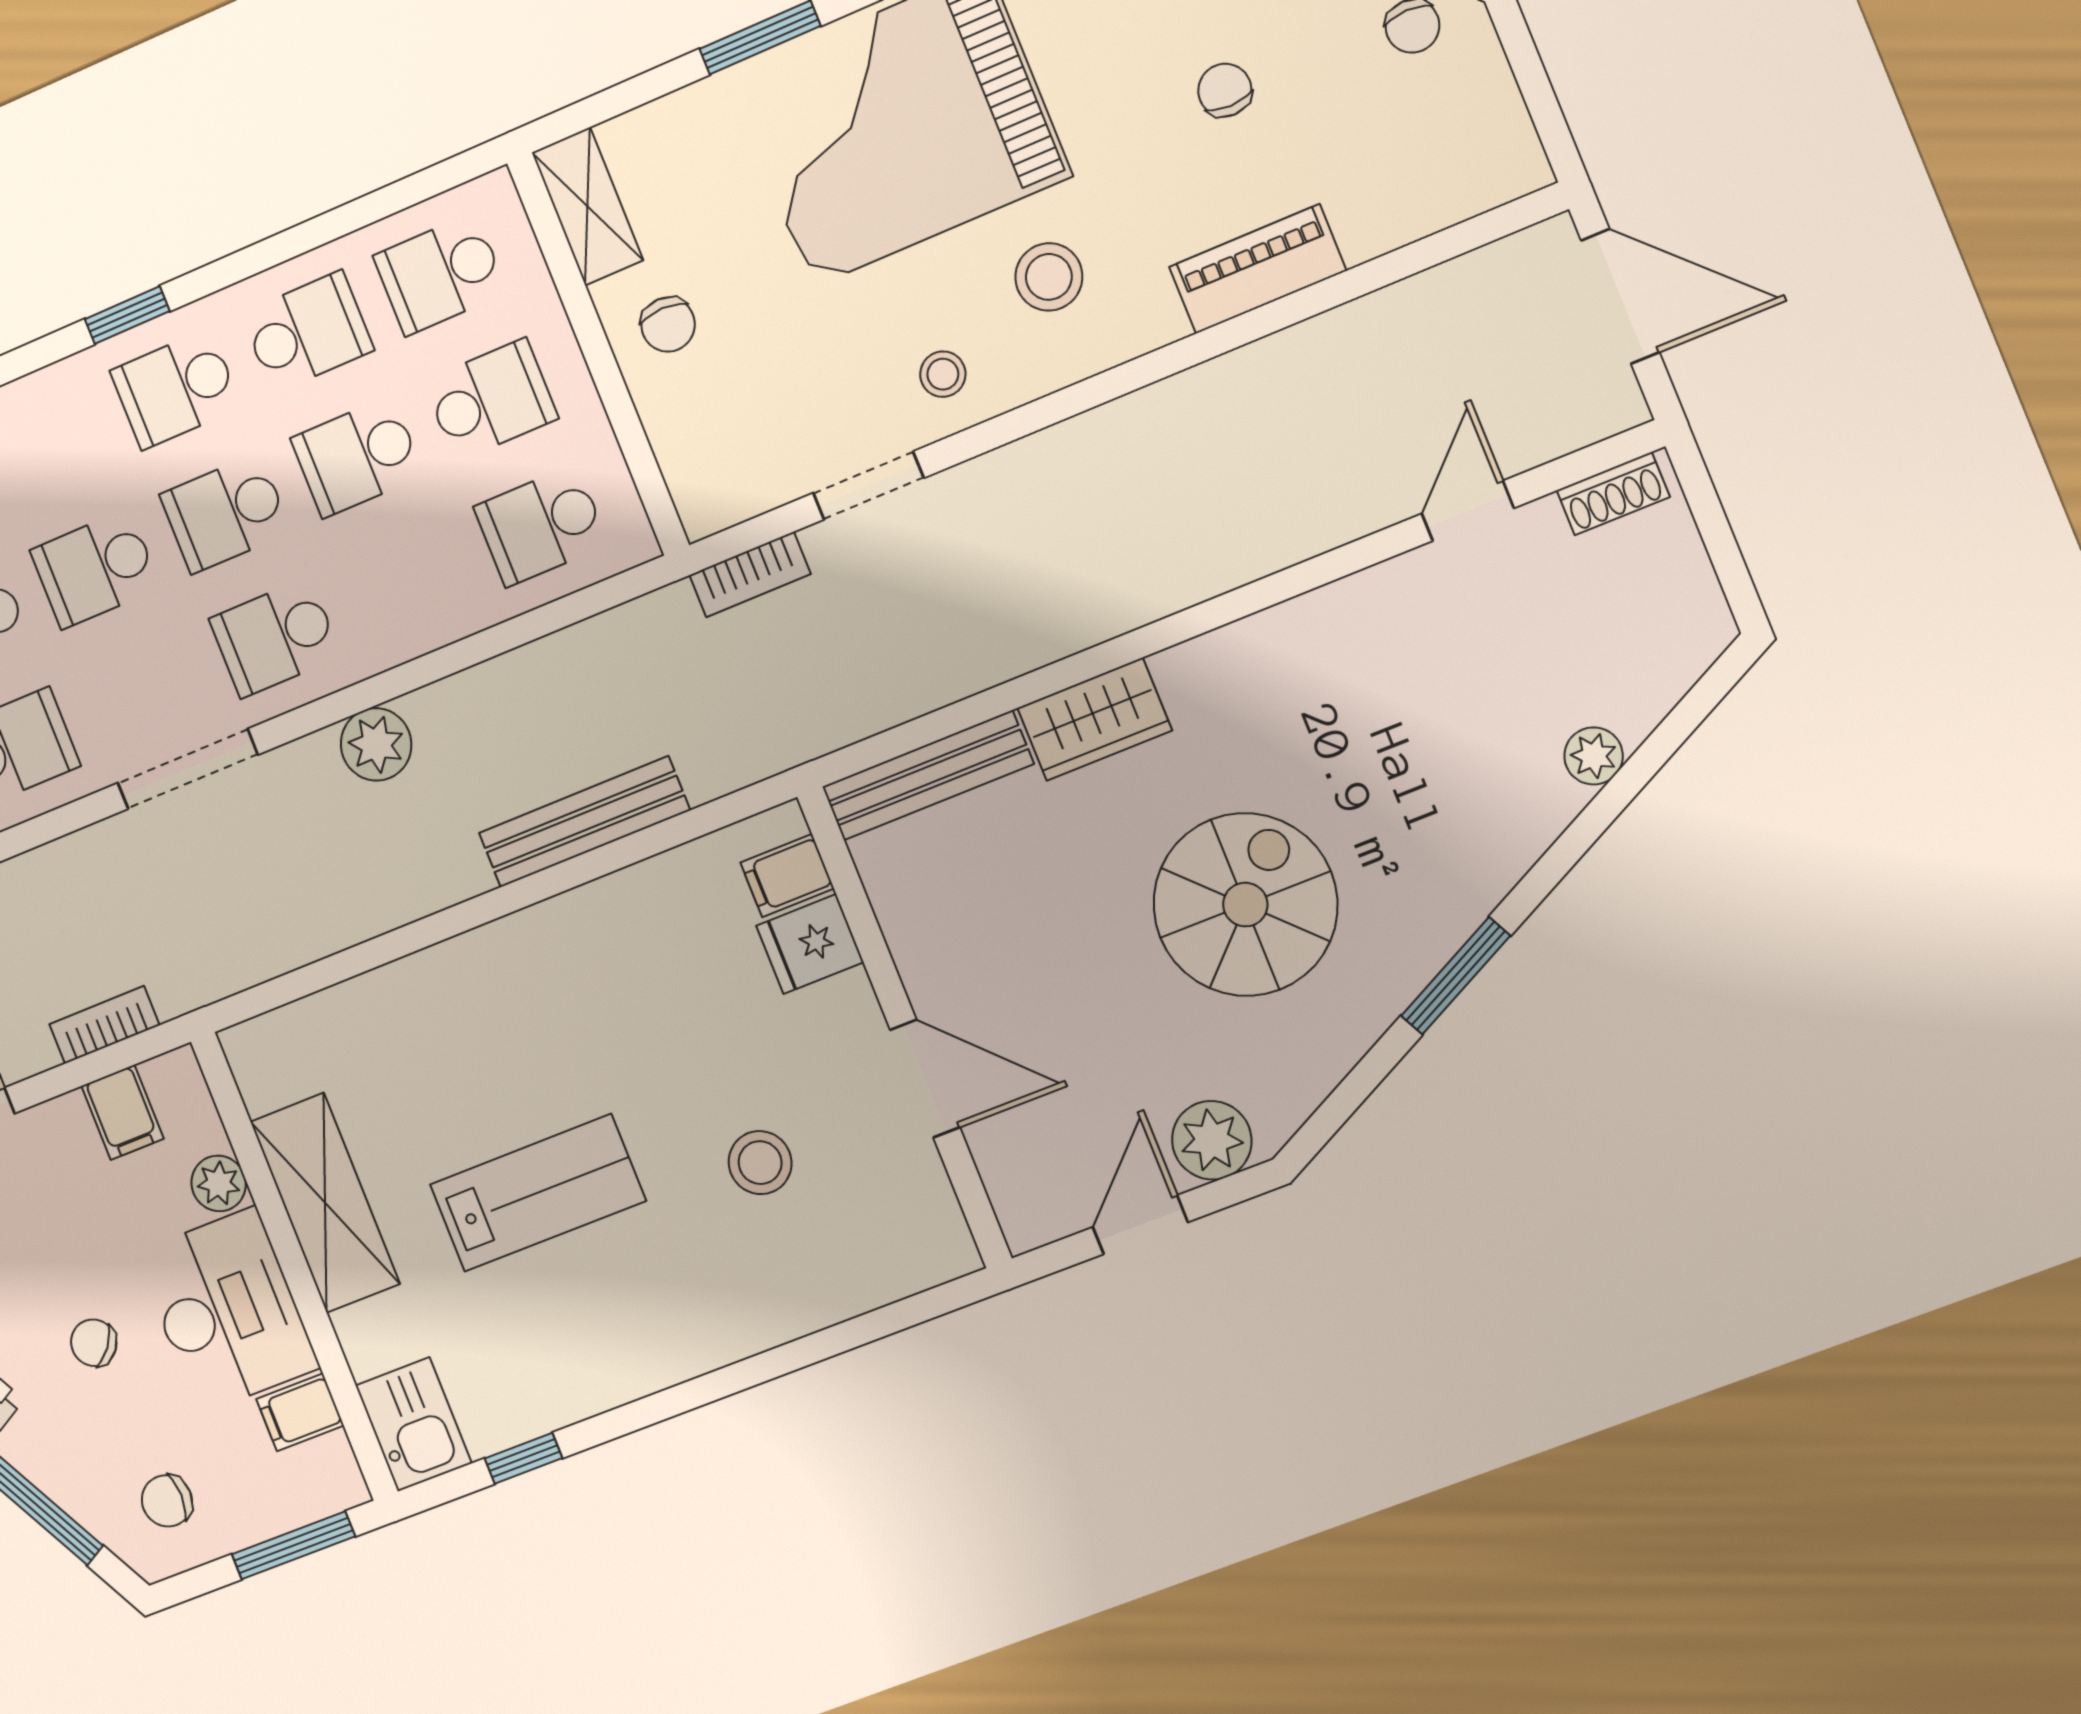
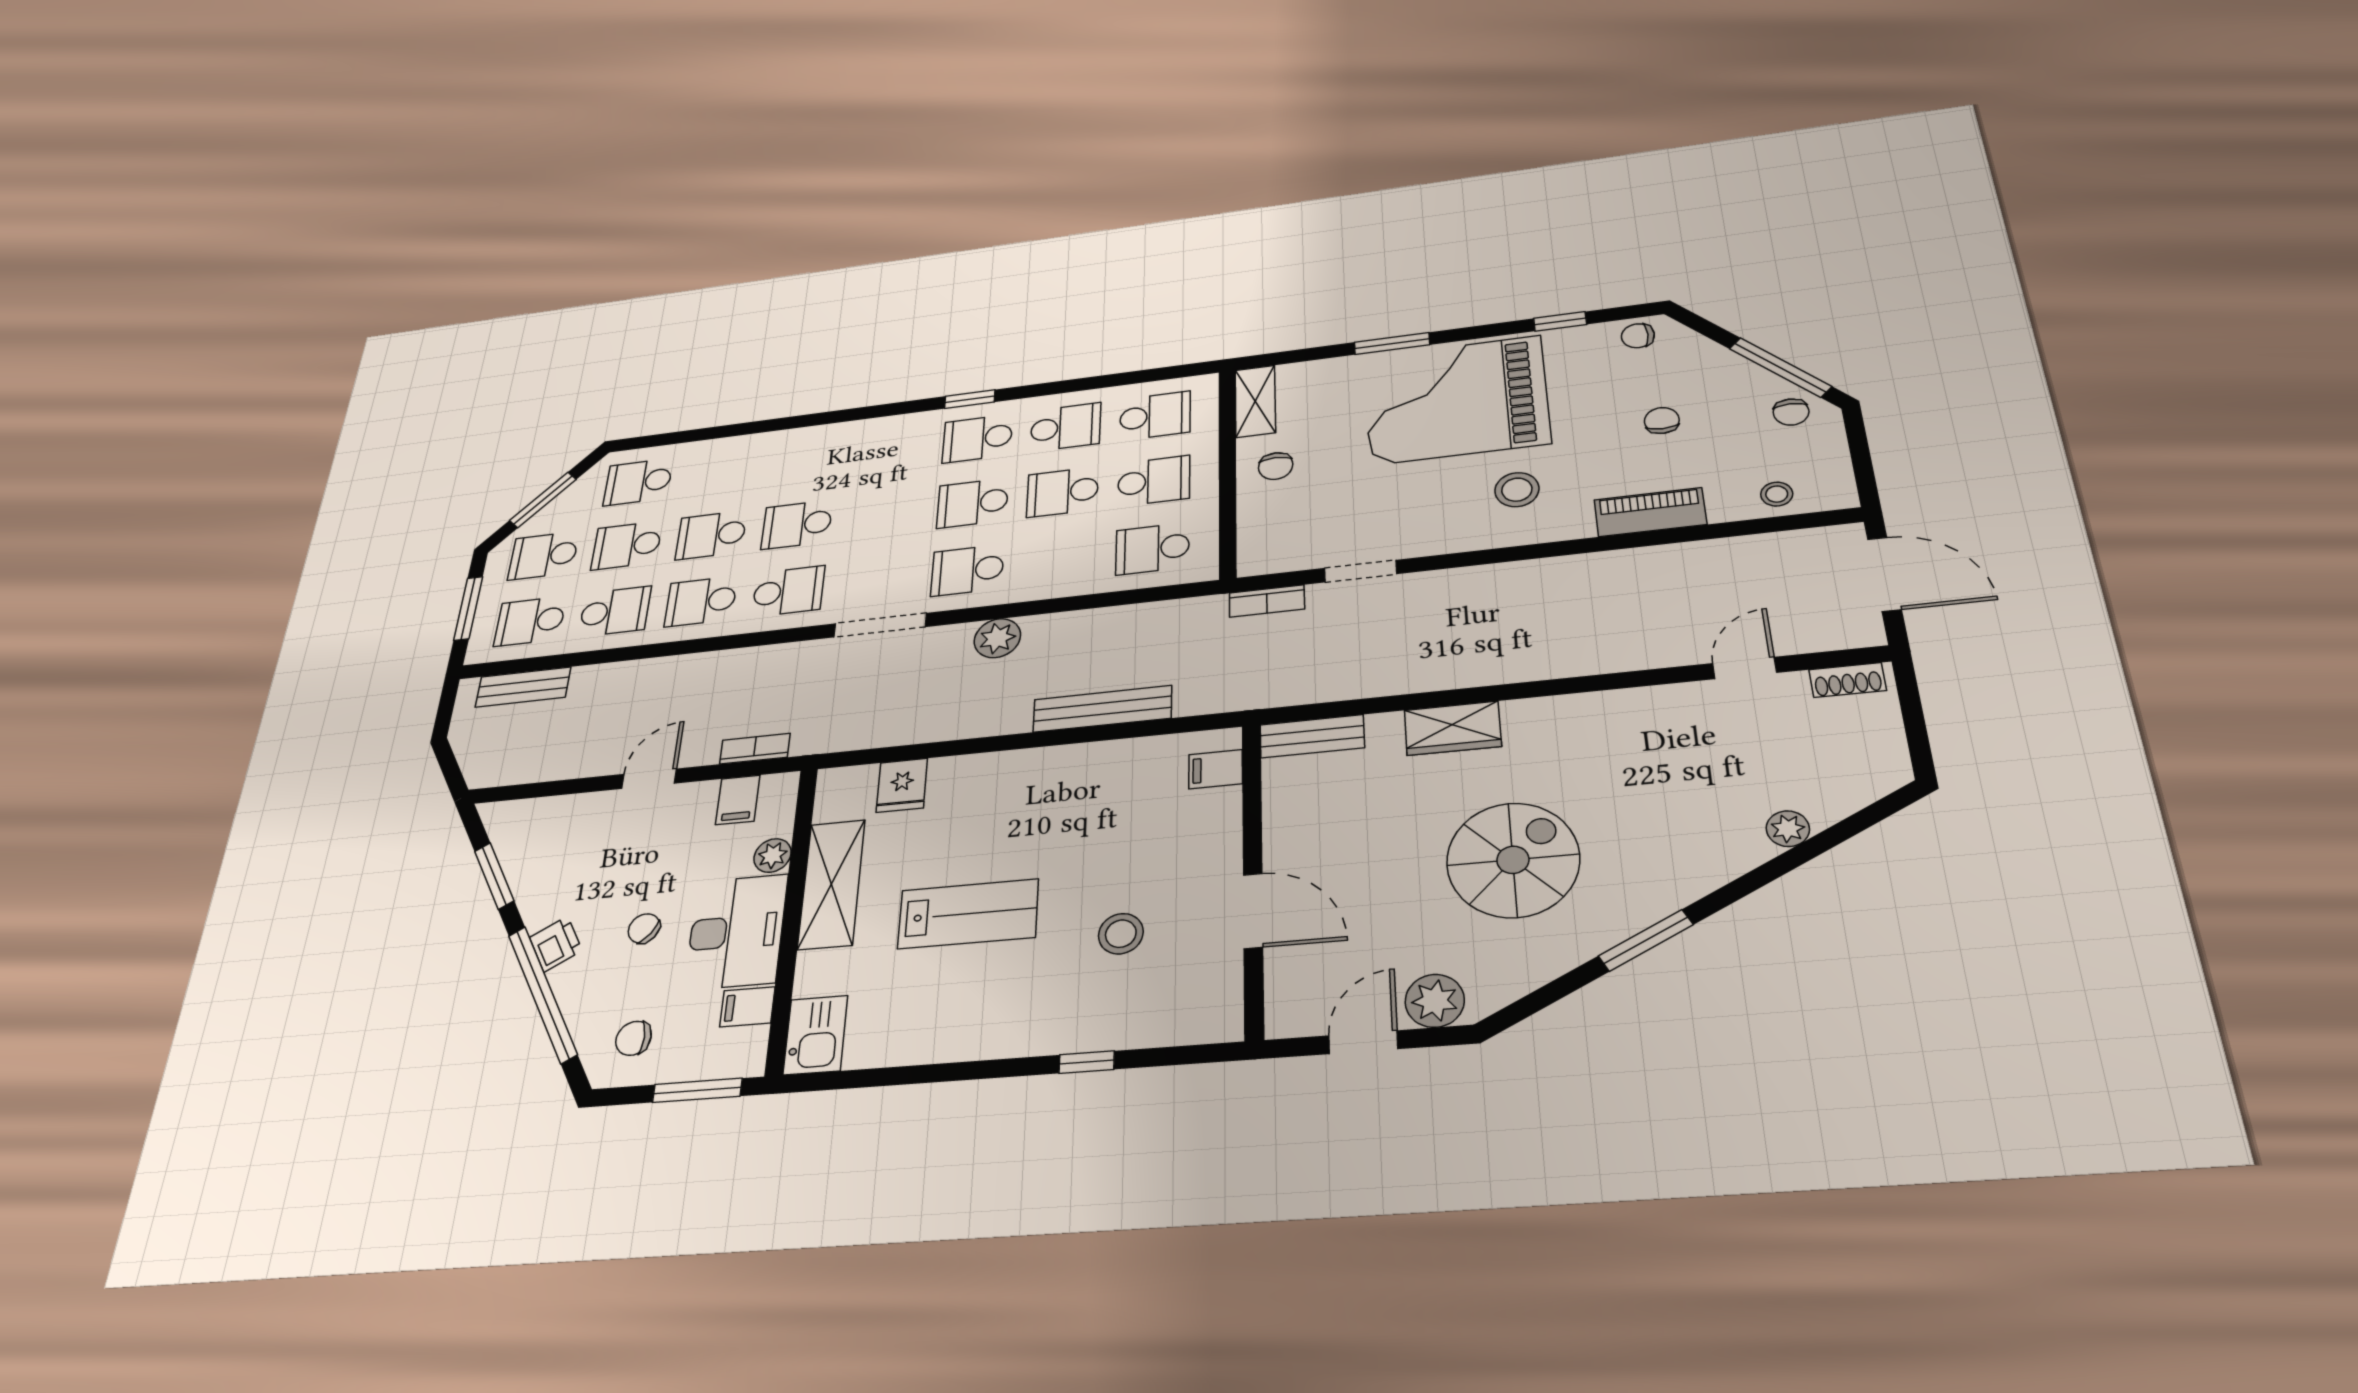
school desk: (440, 274) -> (1155, 416), turned 180
stool: (943, 374) -> (1777, 494), moved
school desk: (95, 569) -> (884, 514), removed
bench: (928, 775) -> (1312, 736), width x0.73
fridge: (810, 944) -> (902, 785), moved, turned -90
window: (524, 1458) -> (1087, 1062), moved

